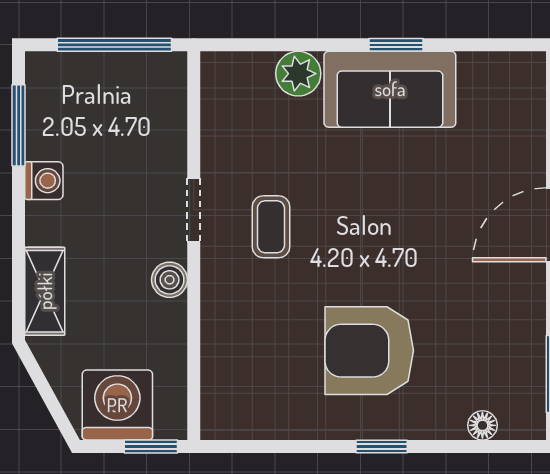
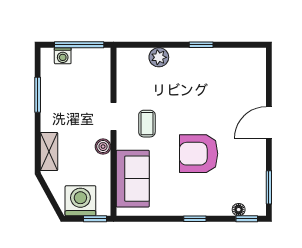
sofa: (390, 89) -> (133, 179), moved, turned -90
window: (19, 125) -> (38, 95), moved
washing machine: (44, 181) -> (63, 56), moved, turned 90
armchair: (369, 351) -> (199, 154), moved
window: (501, 446) -> (247, 219), added

